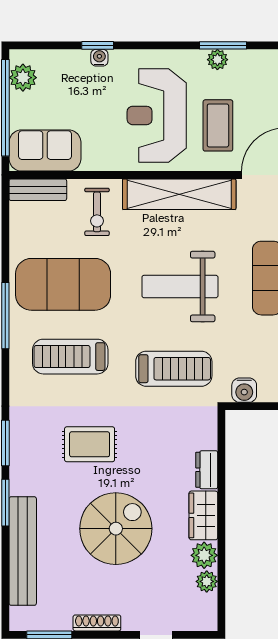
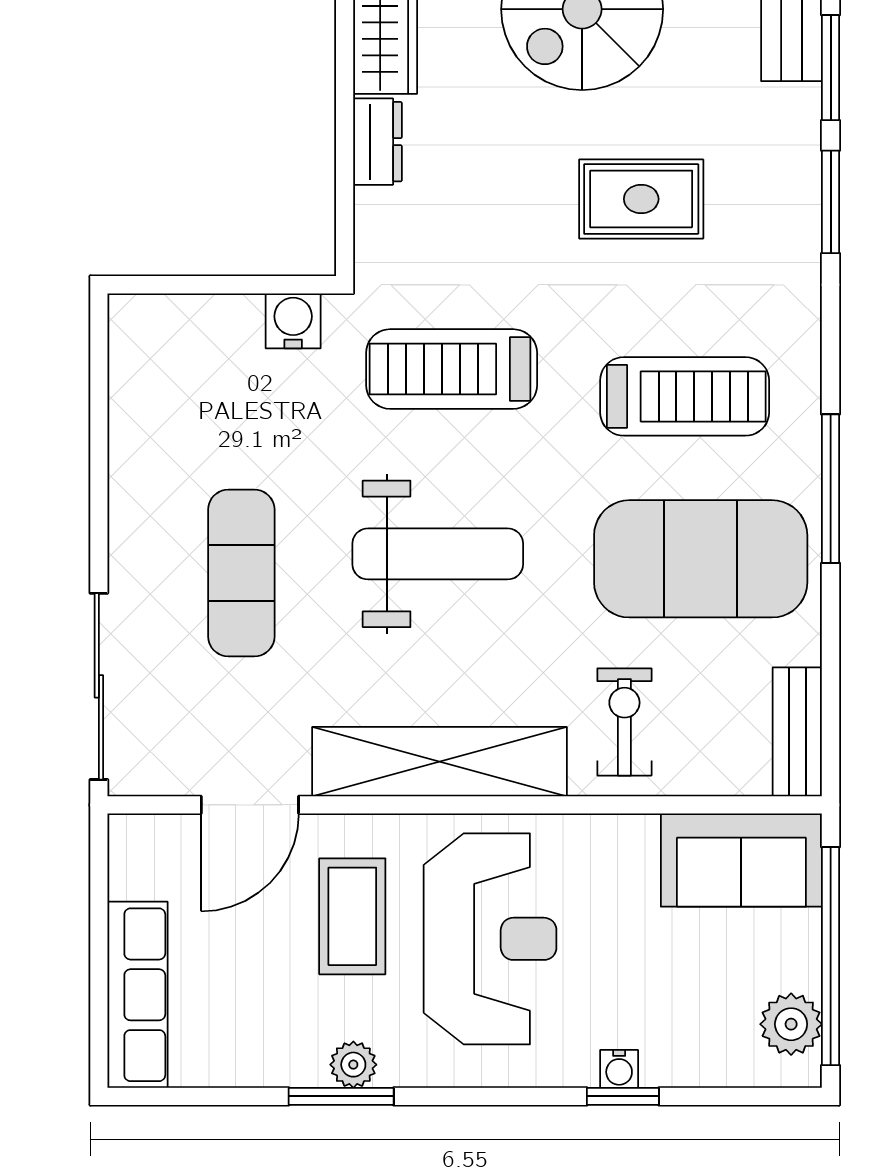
bench: (38, 190) -> (797, 732), moved, turned 90

